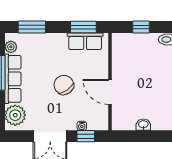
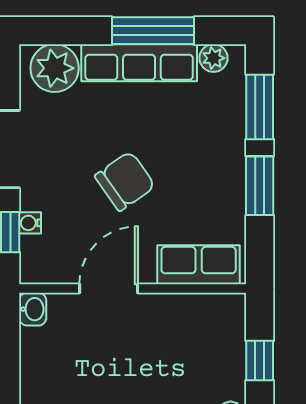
window: (83, 27) -> (260, 186), moved
row of seats: (85, 41) -> (199, 265), moved, turned 90
washbasin: (143, 125) -> (33, 309), moved

